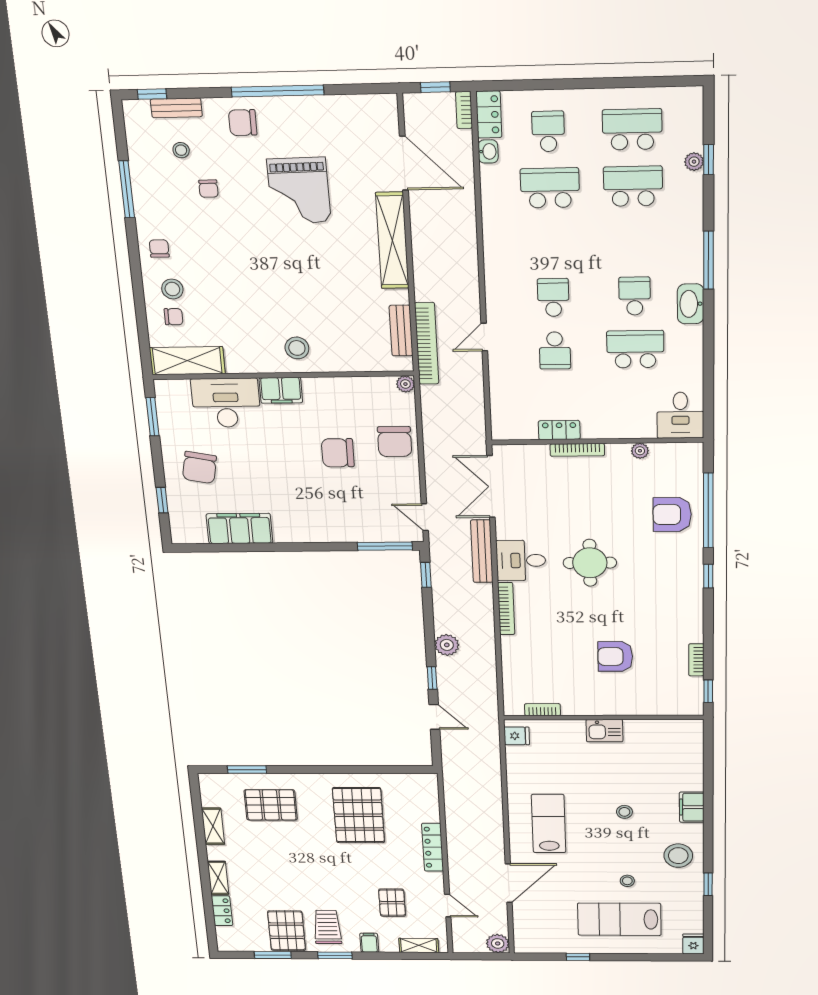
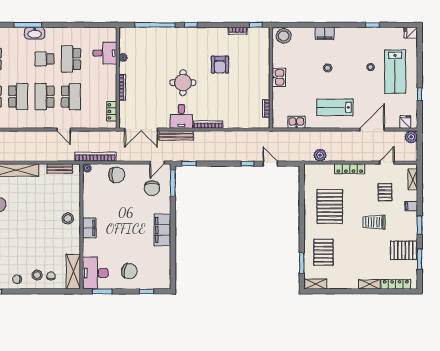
school desk: (552, 243) -> (18, 97), added
school desk: (553, 297) -> (45, 97), width x1.85
washbasin: (691, 304) -> (35, 33), moved
bookcase: (427, 343) -> (95, 157), moved
school desk: (555, 350) -> (71, 97), width x1.85
desk: (226, 403) -> (95, 273), moved
desk: (680, 415) -> (105, 53), moved
locker: (559, 430) -> (112, 111), moved
chair: (338, 453) -> (152, 188), moved
armchair: (672, 514) -> (157, 42), removed
filing cabinet: (239, 528) -> (162, 230), moved
plant: (447, 645) -> (320, 155), moved
armchair: (615, 656) -> (220, 65), moved
door: (434, 717) -> (270, 164), hinge flipped
fridge: (517, 736) -> (405, 122), moved
kitchen sink: (517, 760) -> (296, 122), added
pallet: (359, 815) -> (330, 206), turned 90
shelving: (213, 826) -> (315, 284), moved
stool: (678, 856) -> (284, 36), moved
door: (509, 883) -> (372, 130), hinge flipped
pallet: (392, 903) -> (385, 192), turned 90
locker: (222, 911) -> (396, 284), width x1.53
trolley: (327, 927) -> (374, 222), moved

